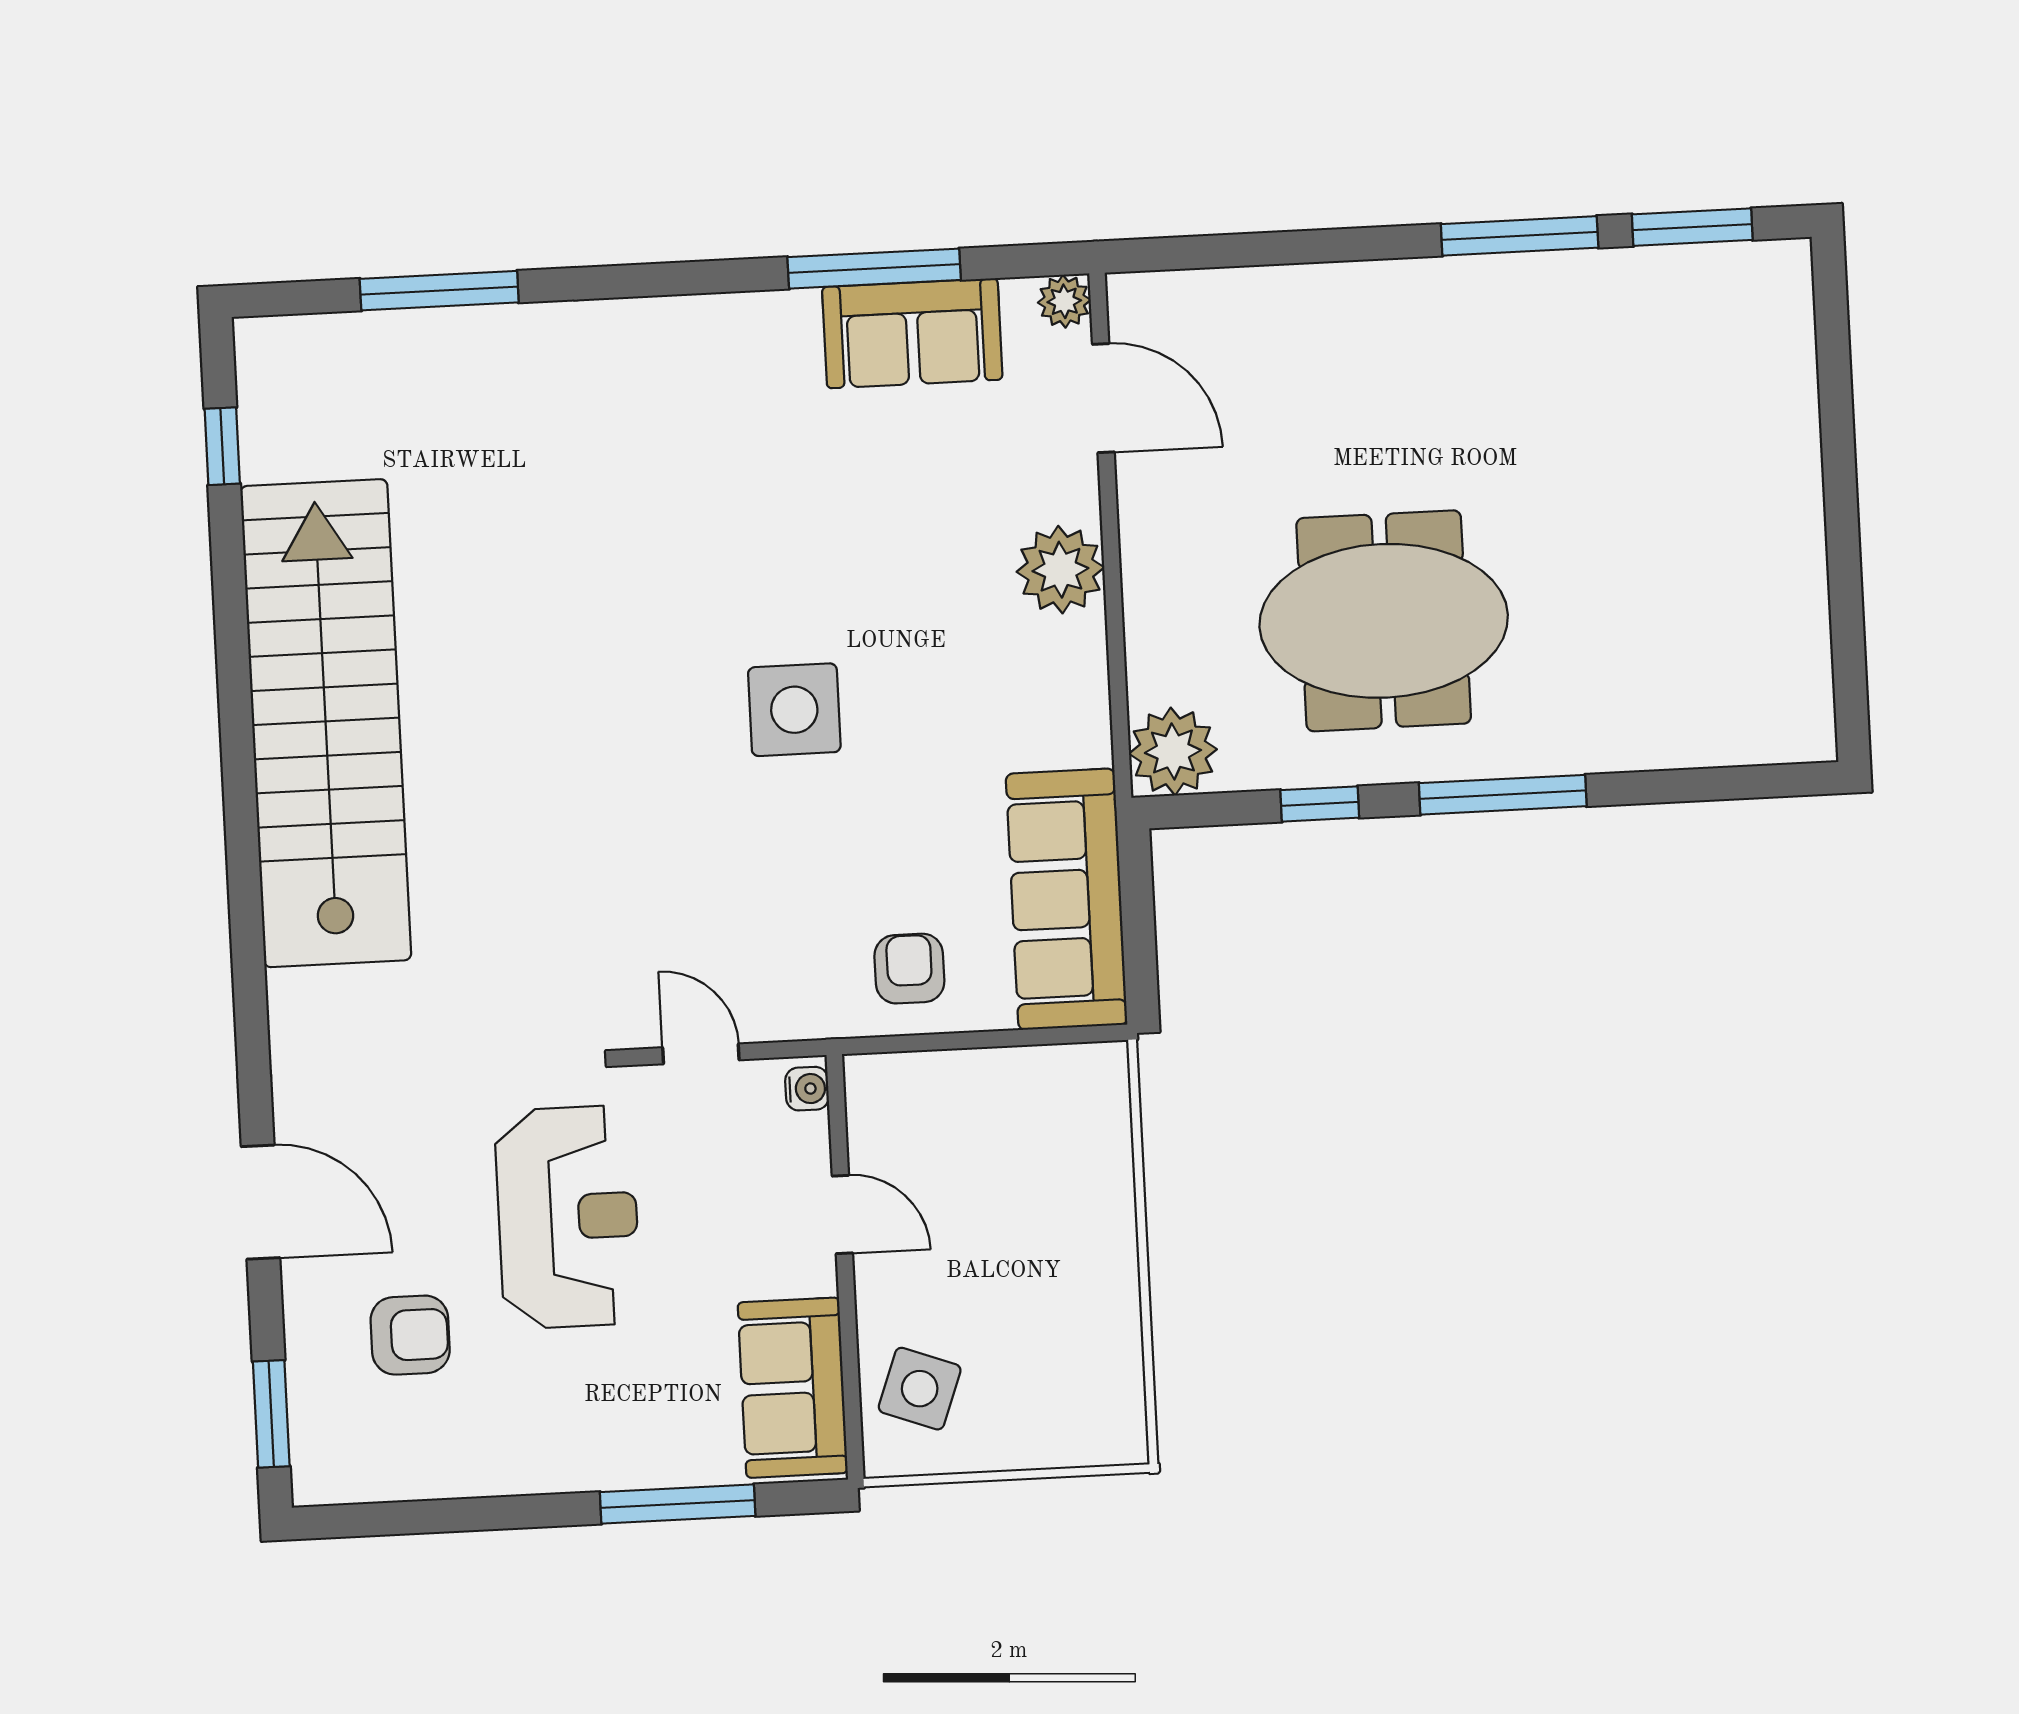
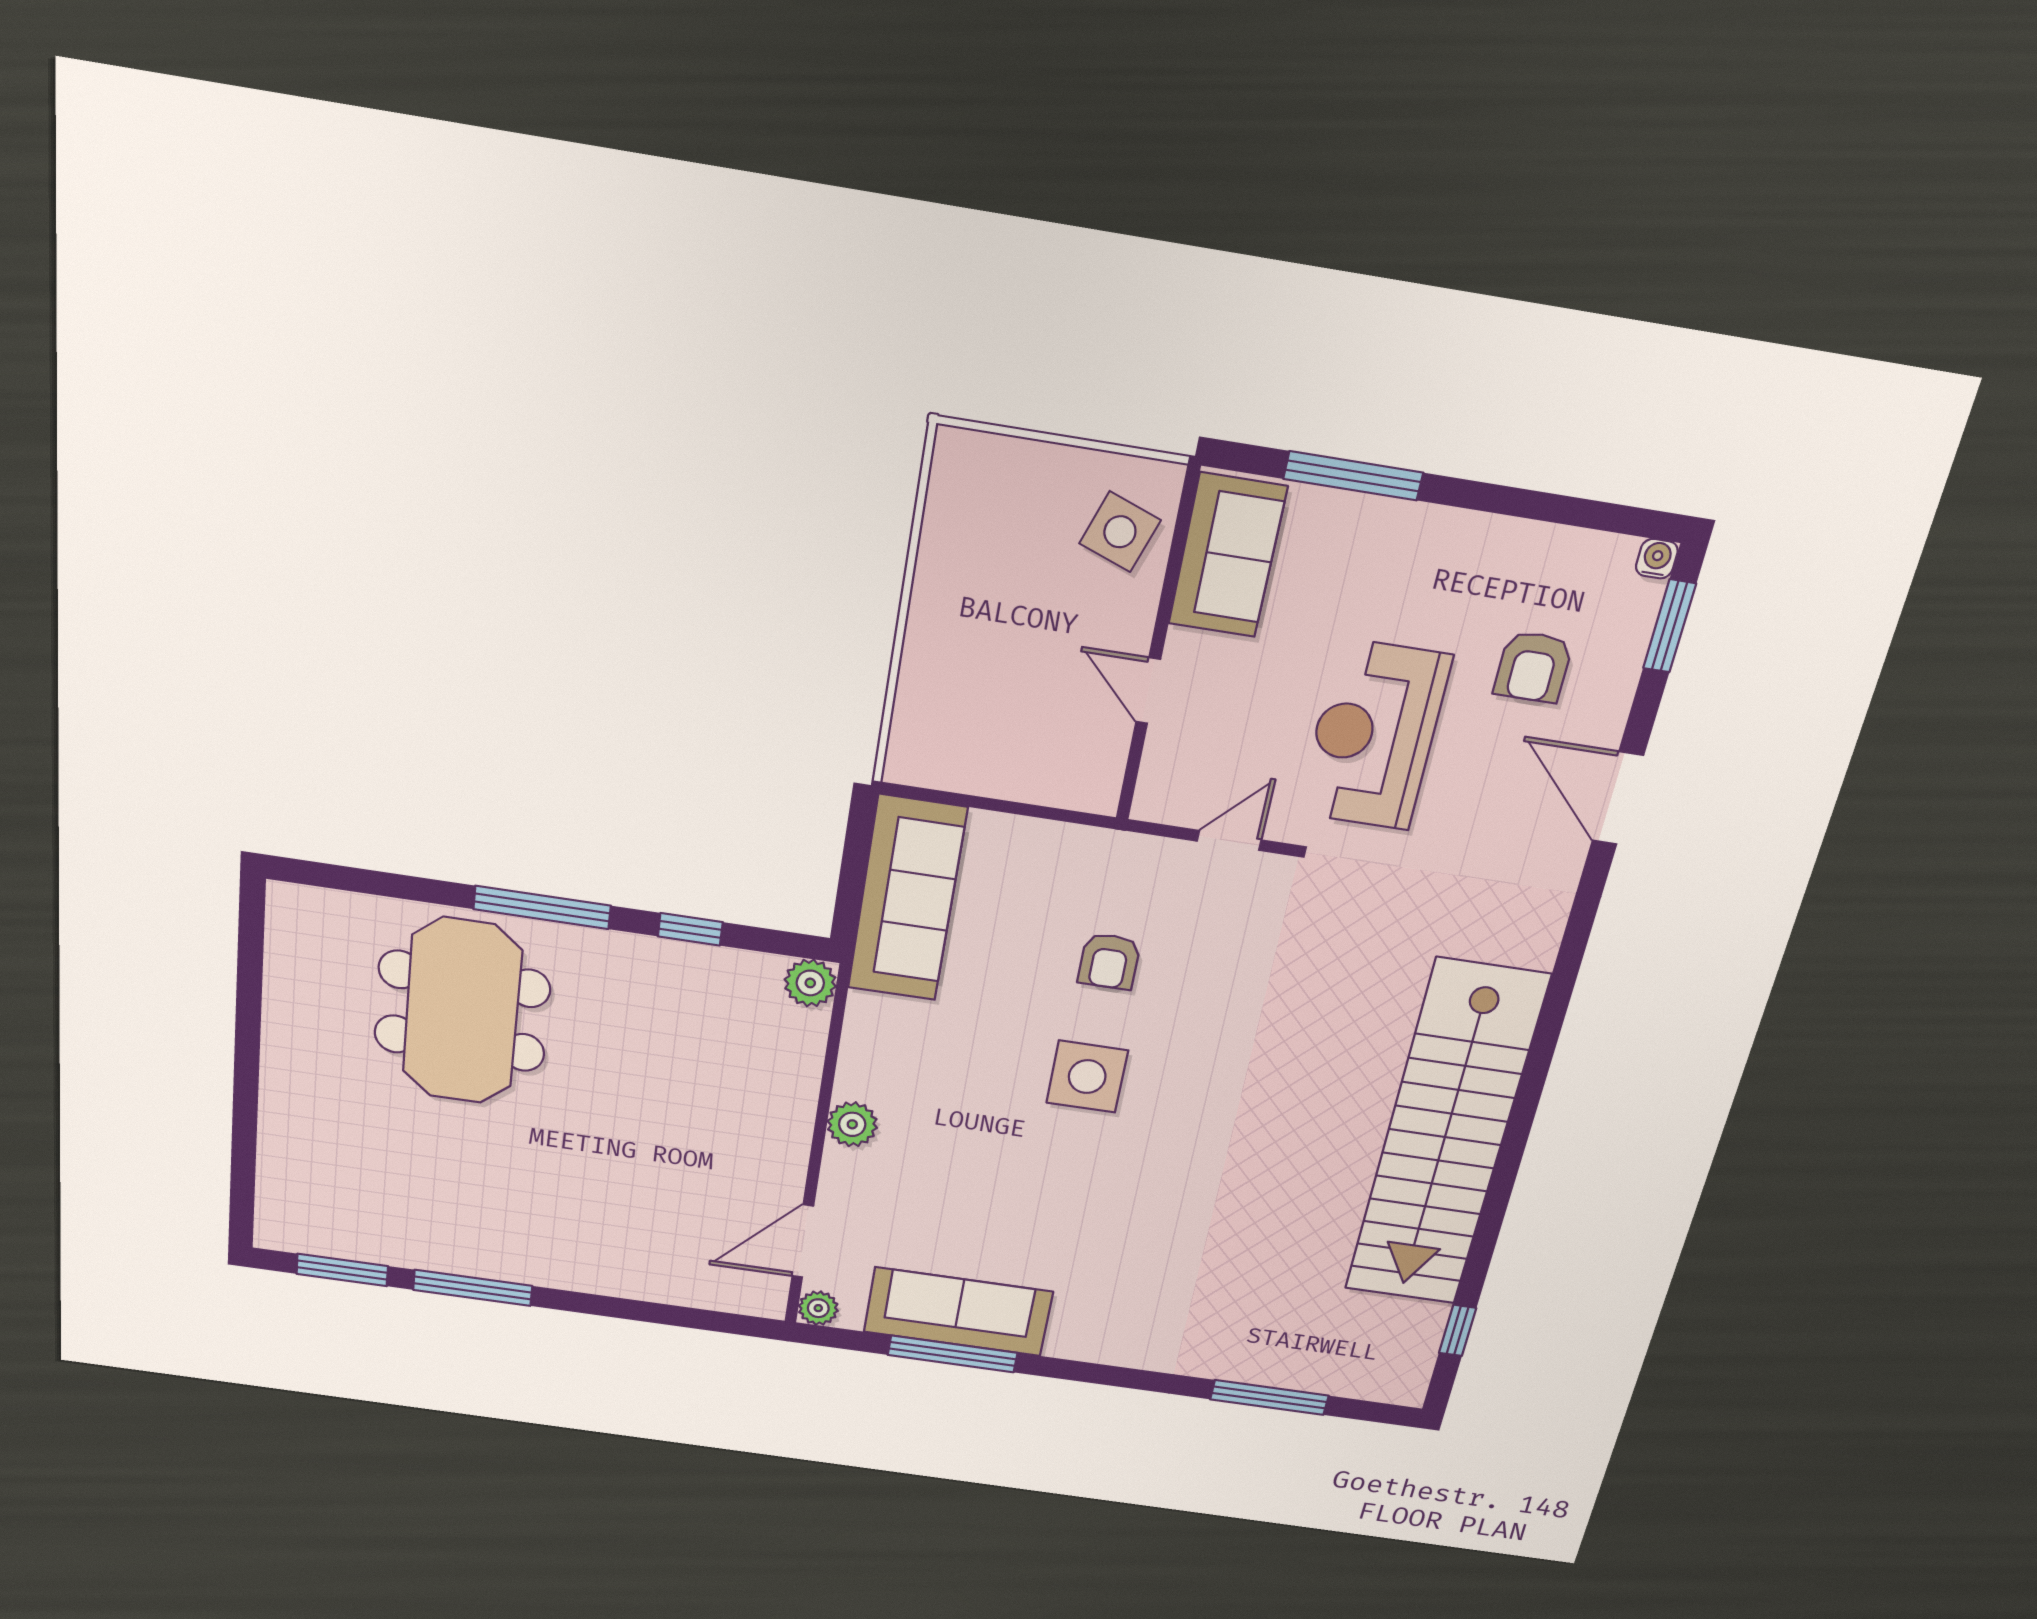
sofa: (912, 333) -> (958, 1312), width x1.36
door: (1103, 398) -> (803, 1241), hinge flipped
plant: (1060, 570) -> (852, 1124), width x0.73, depth x0.73
meeting table: (1384, 621) -> (462, 1011), moved, turned 90
plant: (1173, 751) -> (810, 983), width x0.73, depth x0.73
armchair: (909, 969) -> (1109, 961), moved
door: (701, 1054) -> (1229, 840), swing flipped
water cooler: (807, 1089) -> (1657, 559), moved, turned 90
armchair: (410, 1335) -> (1533, 667), turned -90

